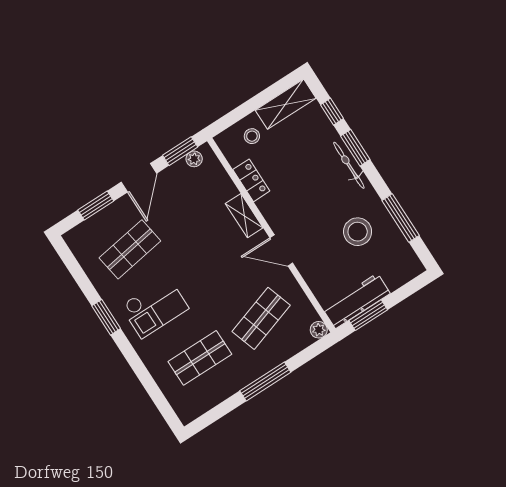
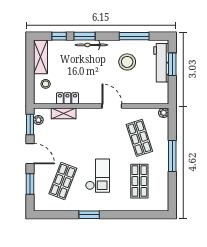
shelving: (244, 216) -> (64, 113), moved
shop shelf: (130, 249) -> (63, 181), turned 30
door: (281, 250) -> (112, 106), swing flipped
workbench: (356, 301) -> (161, 63), moved
checkout: (155, 307) -> (97, 176), moved
window: (368, 315) -> (172, 64), moved

